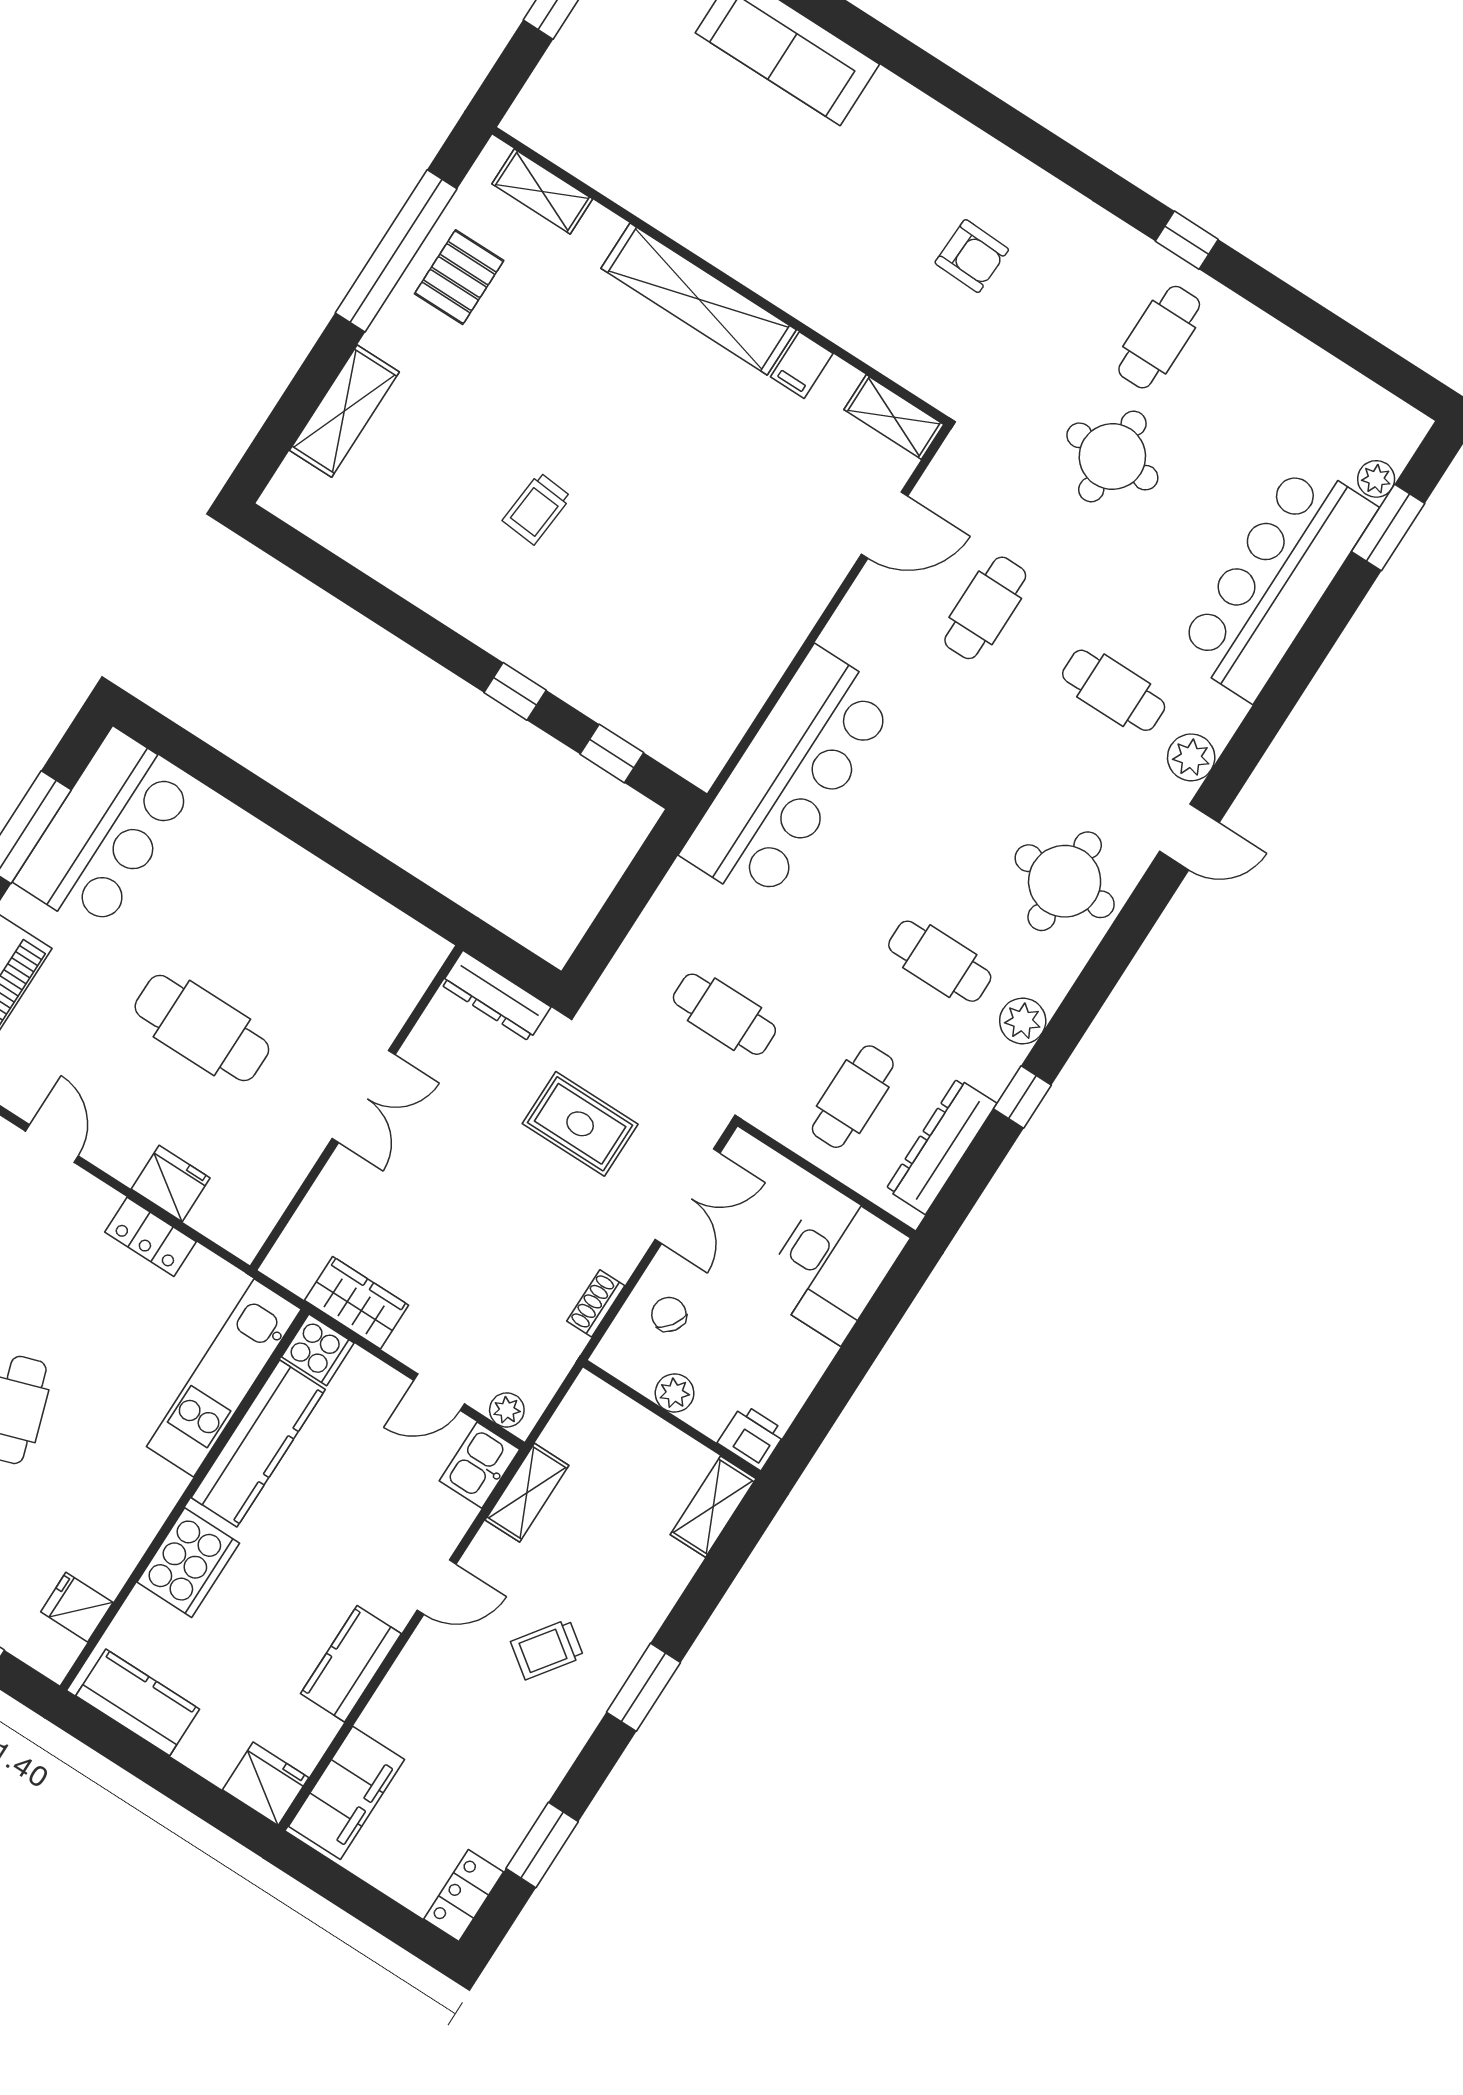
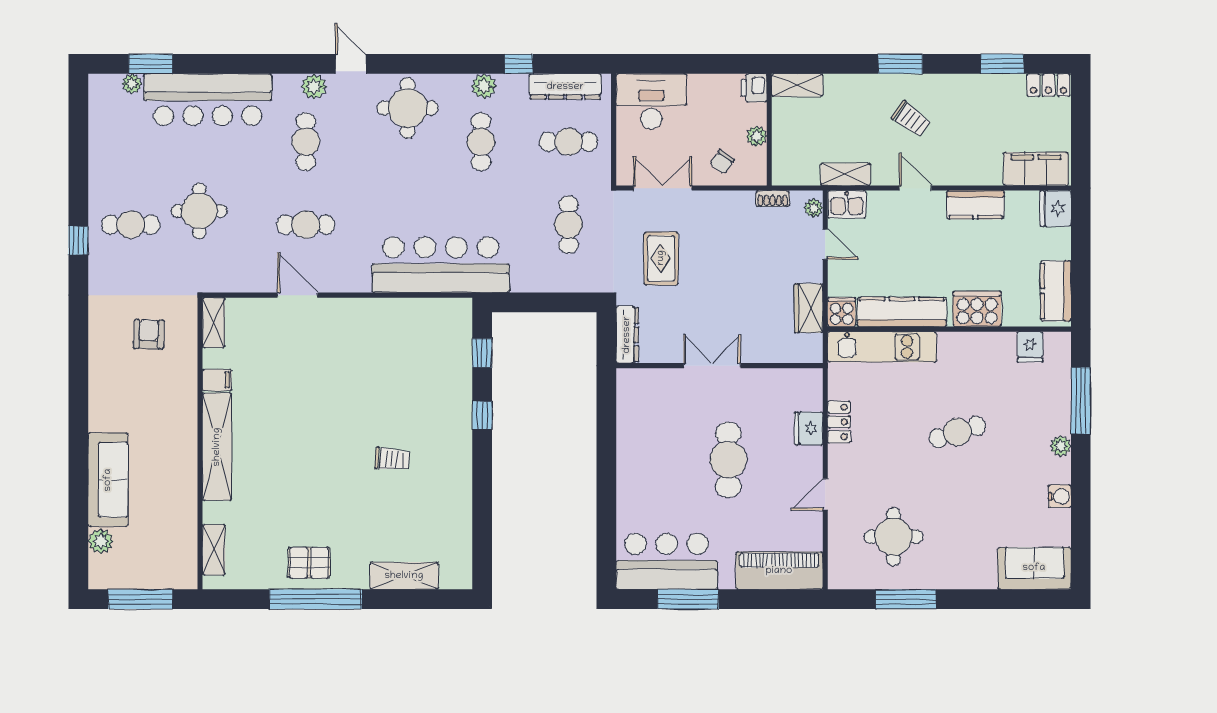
shelving: (542, 191) -> (214, 550), moved
wall: (720, 276) -> (200, 444), moved
shelving: (699, 299) -> (217, 447), moved
filing cabinet: (802, 365) -> (217, 380), moved
shelving: (894, 417) -> (214, 323), moved
shoe rack: (596, 1303) -> (773, 199), moved

